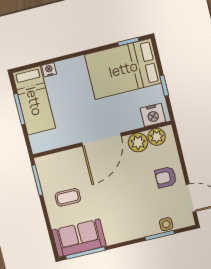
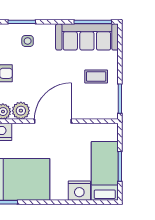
nightstand: (49, 70) -> (79, 191), width x1.89, depth x1.79
side table: (166, 224) -> (28, 41), moved
sofa: (79, 238) -> (87, 37), width x1.36

